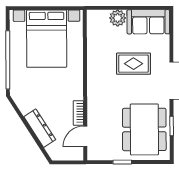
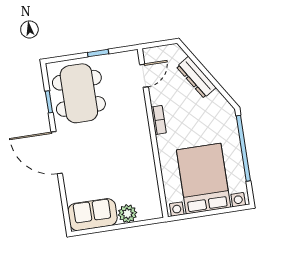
rug: (133, 64) -> (102, 165), removed
bookcase: (78, 113) -> (159, 120), moved

